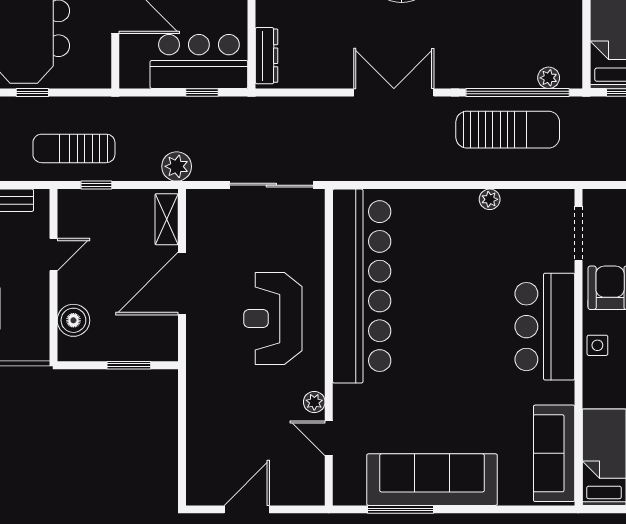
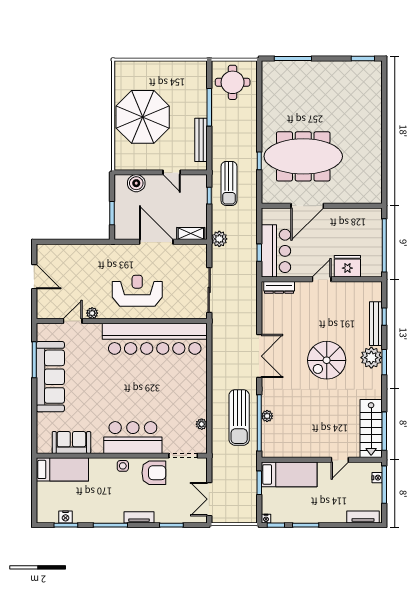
plant: (549, 78) -> (267, 416), moved
sun lounger: (74, 148) -> (229, 183), turned 180
plant: (490, 199) -> (202, 424), moved
sofa: (554, 453) -> (71, 442), width x0.73

